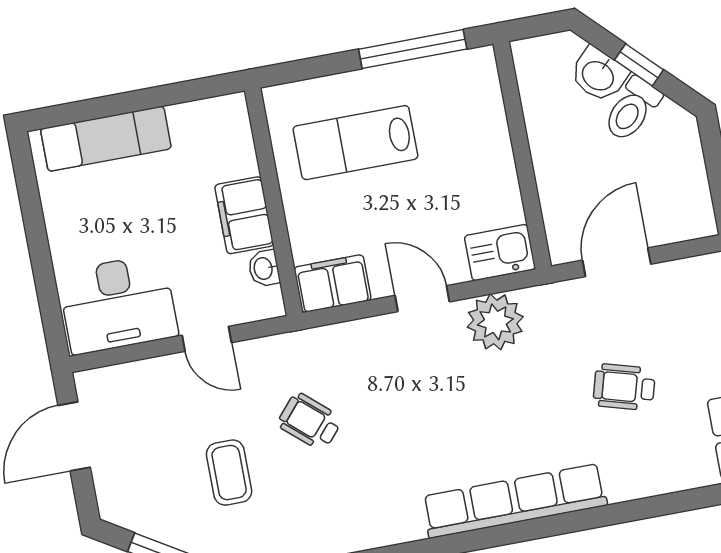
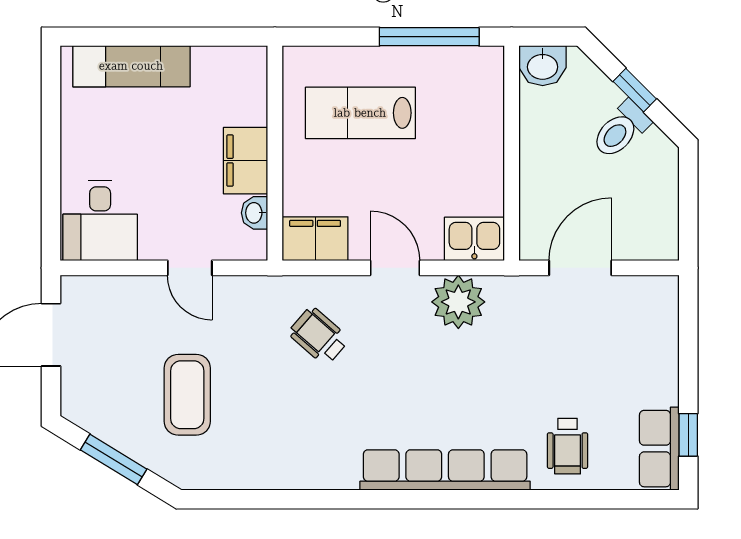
washbasin: (599, 75) -> (543, 66), moved, turned -45
desk: (118, 304) -> (100, 221), width x0.73
wheelchair: (624, 387) -> (568, 446), moved, turned -106
wheelchair: (310, 422) -> (319, 336), moved
coffee table: (229, 473) -> (187, 395), width x1.36, depth x1.30

